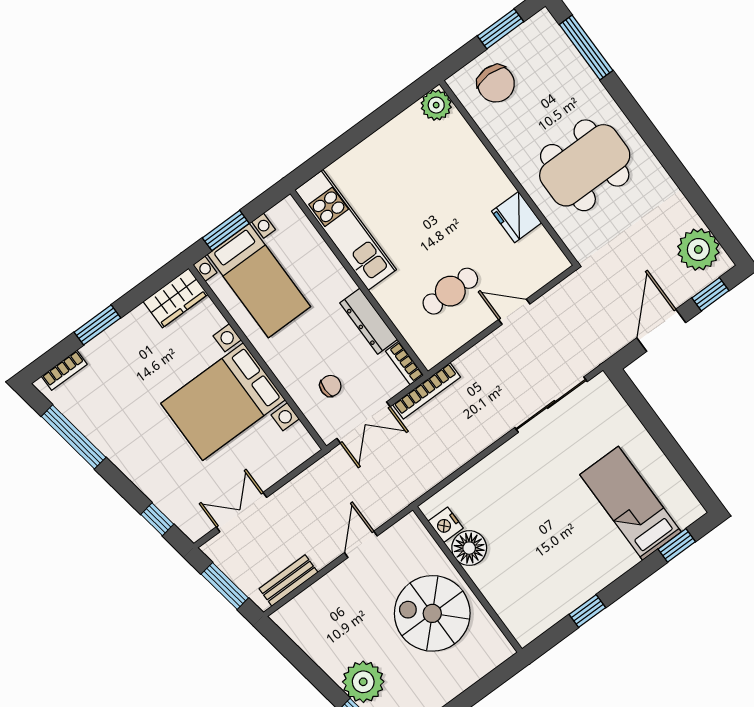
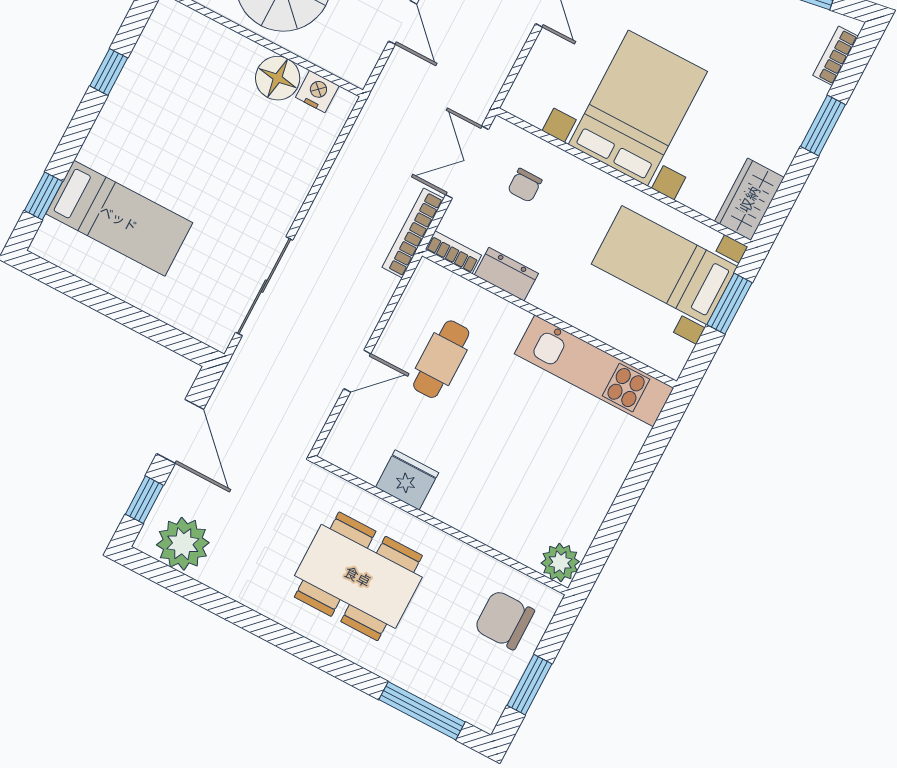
dining table: (585, 165) -> (358, 576), turned 90
dresser: (369, 321) -> (506, 274), width x0.70

